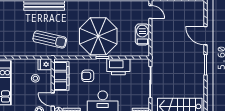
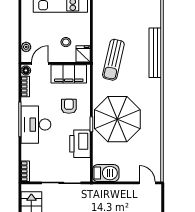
door: (150, 12) -> (147, 183), swing flipped
barbecue: (142, 34) -> (106, 173), moved

